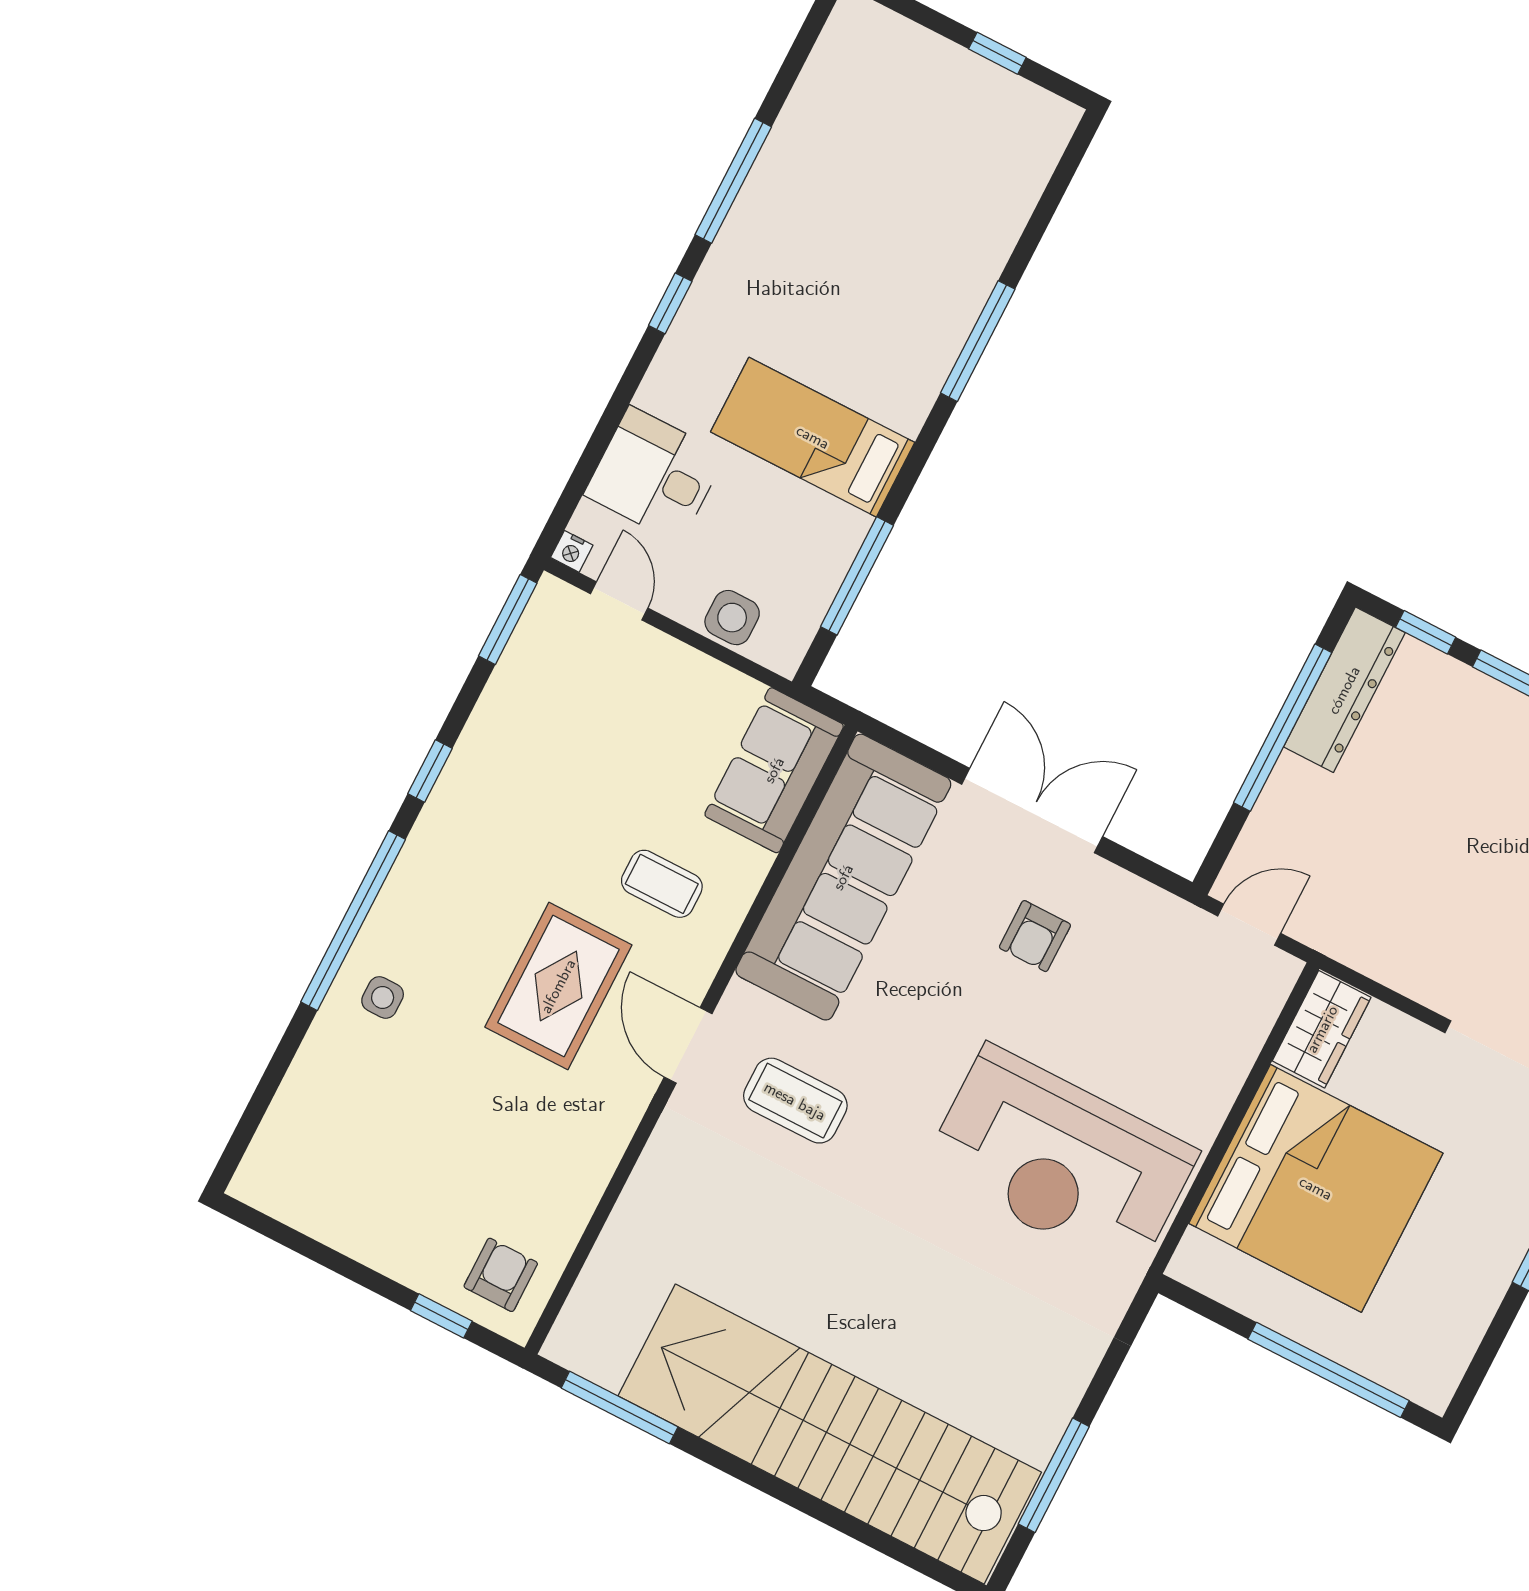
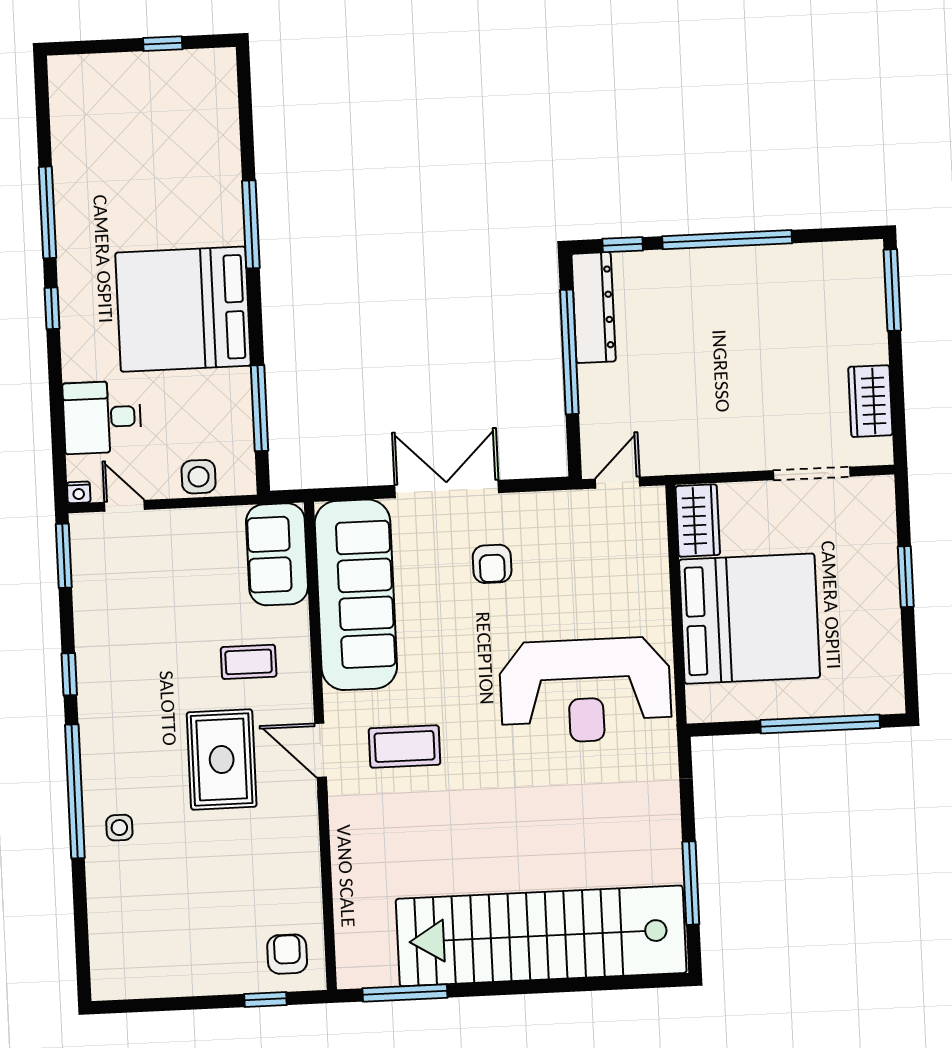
bed: (813, 437) -> (183, 309), width x2.04

